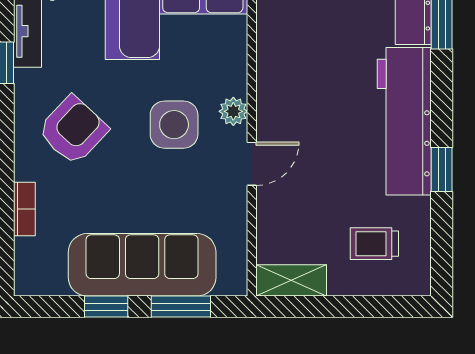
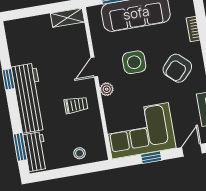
side table: (174, 125) -> (134, 62), moved
trolley: (374, 244) -> (76, 105), moved

